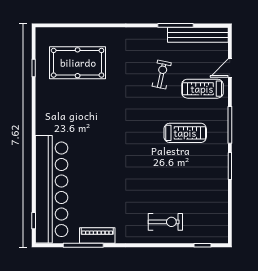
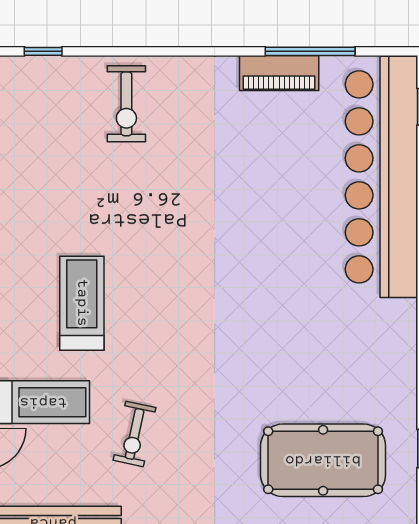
treadmill: (185, 133) -> (82, 303), turned 90
exercise bike: (165, 222) -> (126, 104), turned -90

